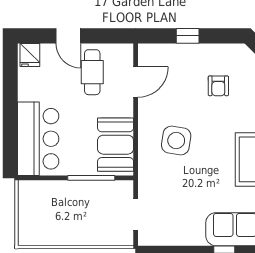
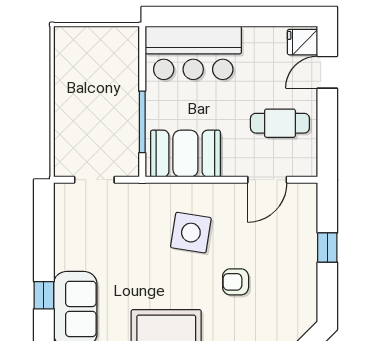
door: (68, 36) -> (327, 72), moved
door: (136, 82) -> (267, 180), hinge flipped
armchair: (218, 86) -> (236, 282), moved

